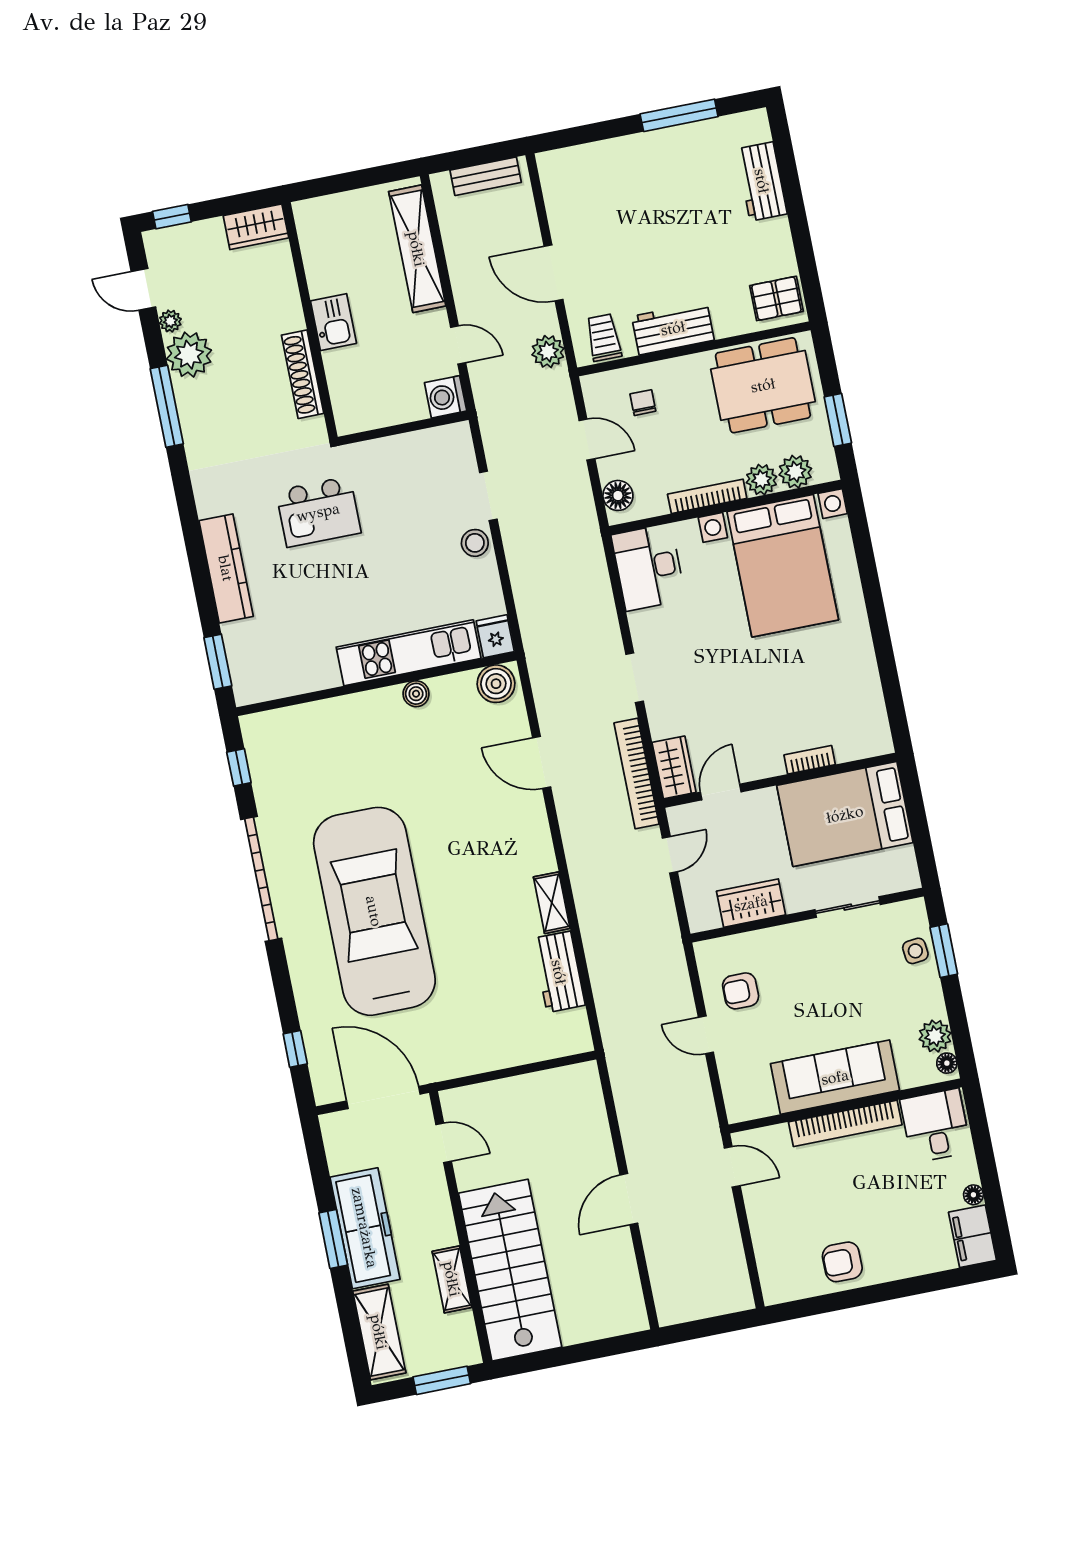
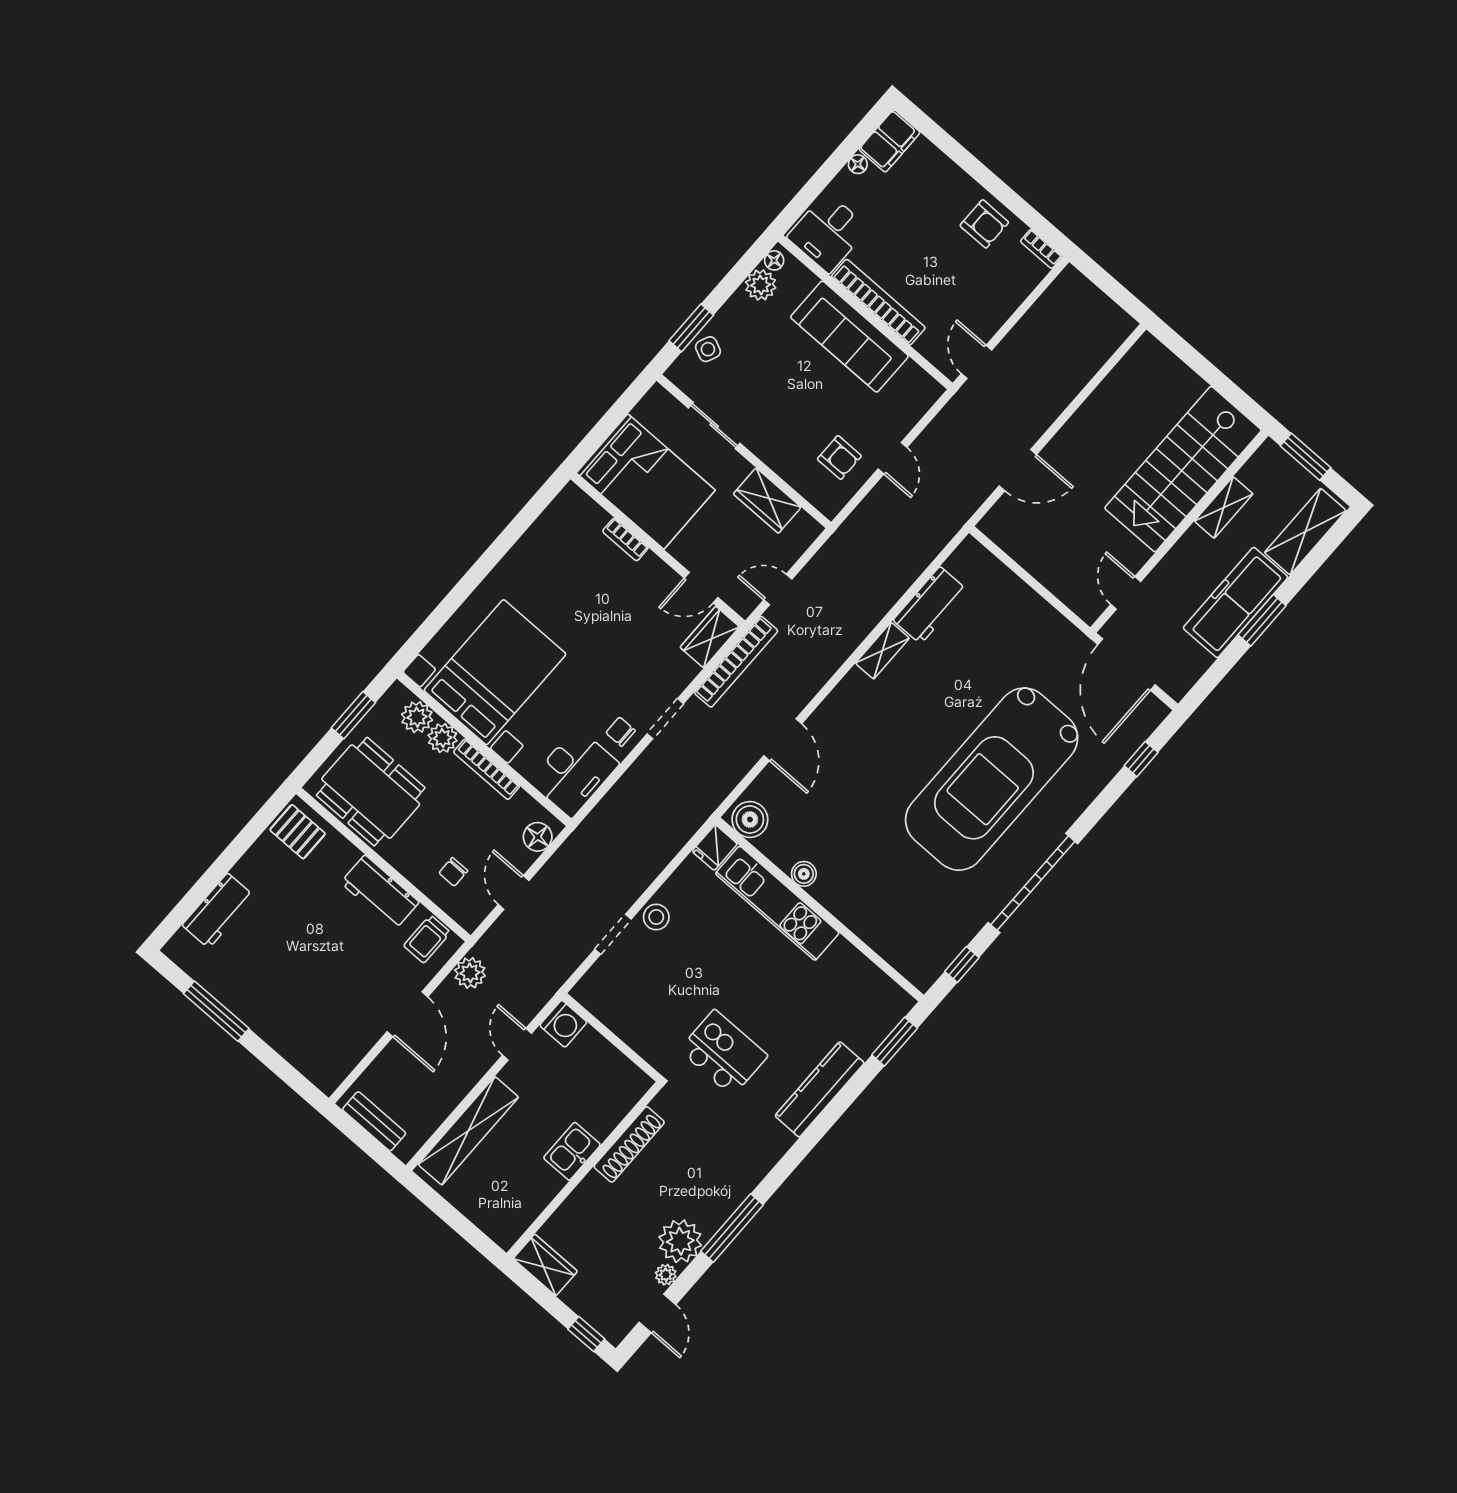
chair: (652, 632) -> (621, 732), added
side table: (915, 951) -> (708, 349), turned 31
door: (629, 1199) -> (1018, 470), moved
bookcase: (785, 1293) -> (1041, 249), added

